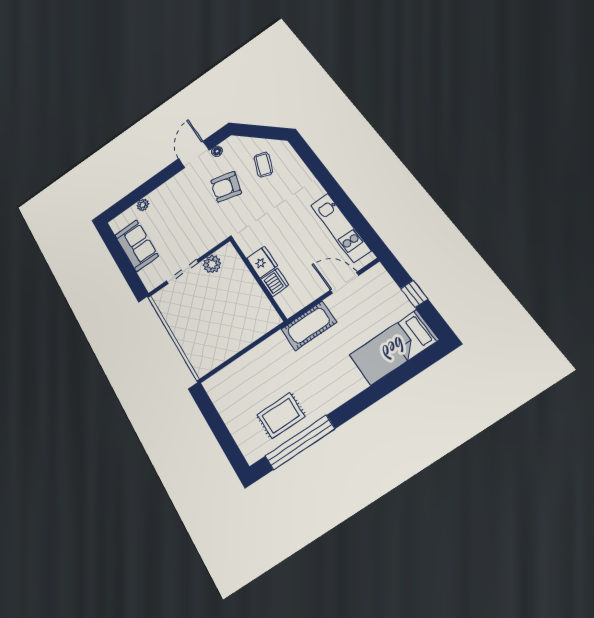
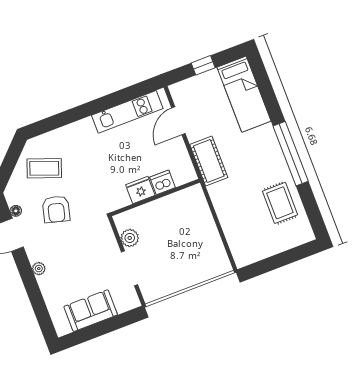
coffee table: (263, 165) -> (44, 168), width x1.36, depth x1.30
plant: (143, 205) -> (39, 269), moved
window: (300, 443) -> (291, 154), moved

